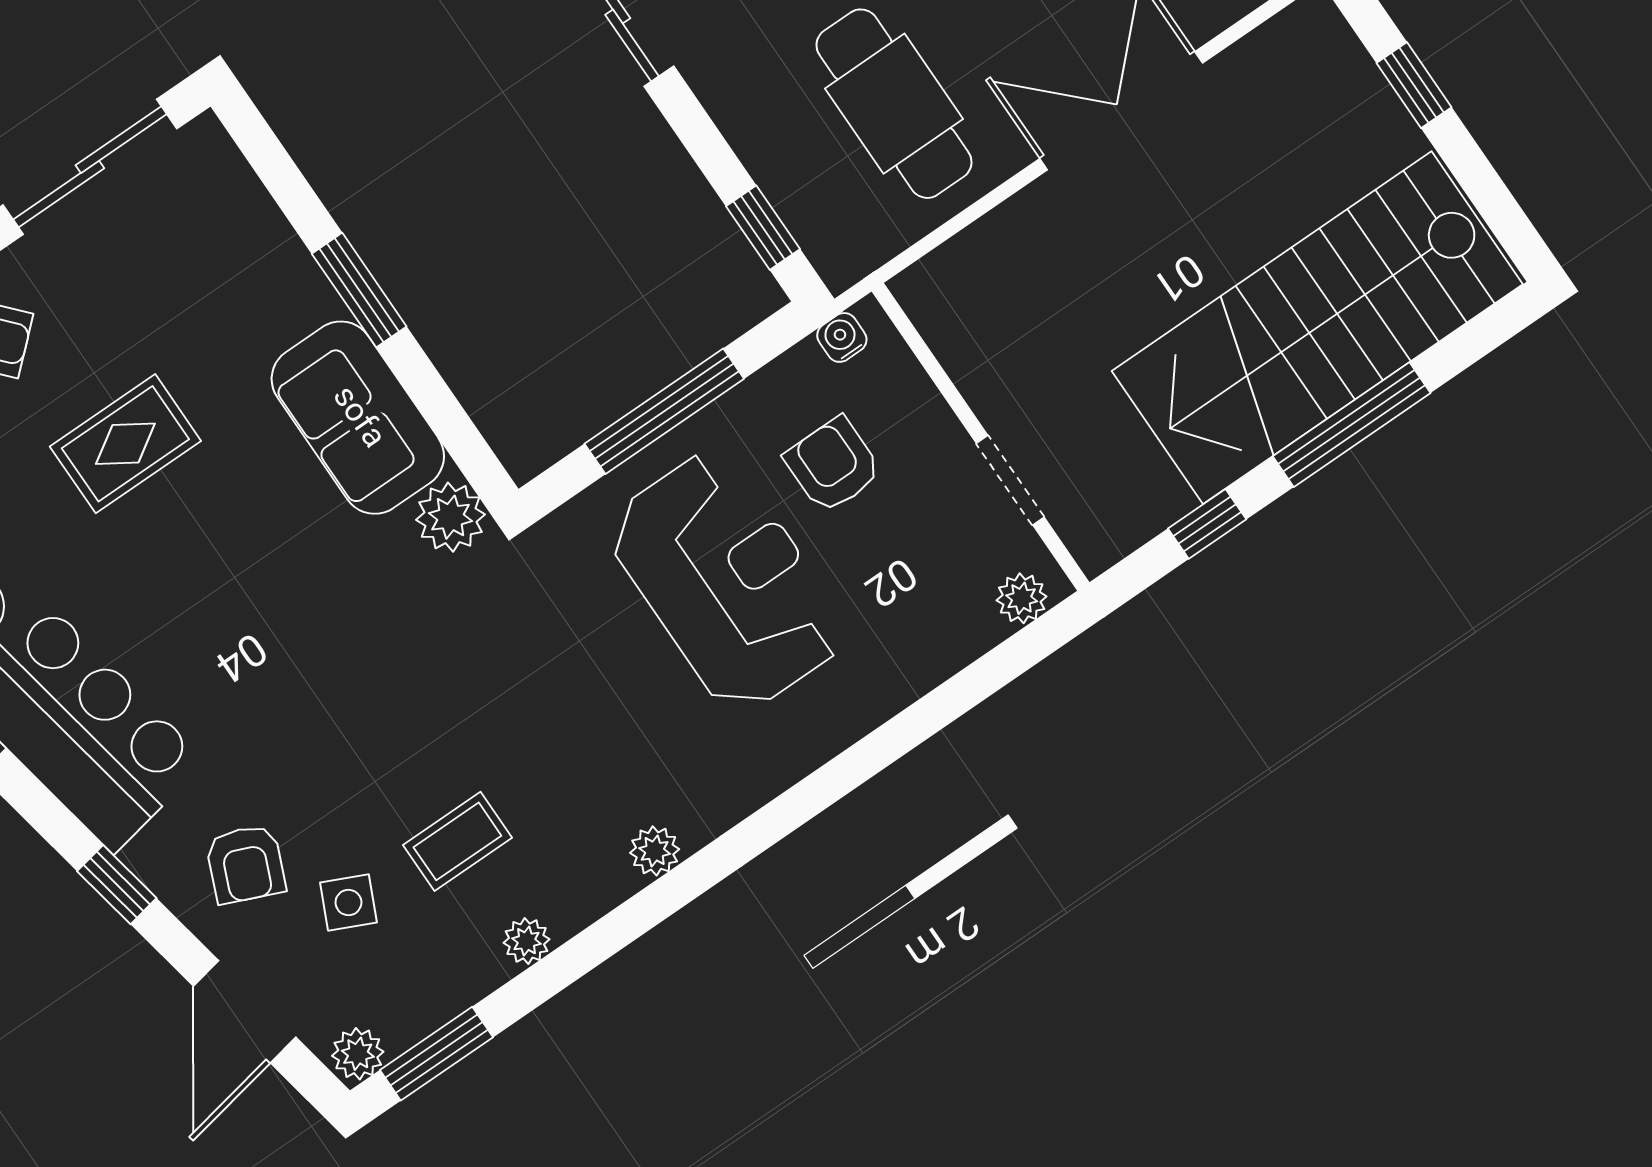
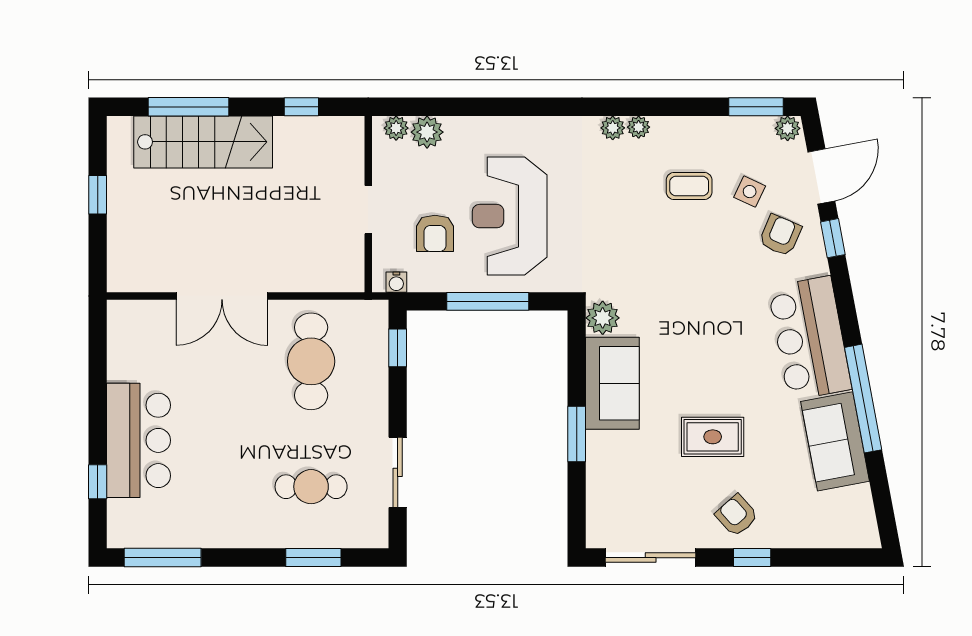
window: (1414, 85) -> (98, 195), moved
stairs: (1317, 328) -> (203, 142), width x0.73, depth x0.66
window: (1352, 425) -> (188, 107), moved
doorway: (1010, 480) -> (368, 210), moved
plant: (965, 628) -> (427, 132), added
window: (117, 885) -> (833, 238), moved
plant: (527, 941) -> (639, 127), moved

